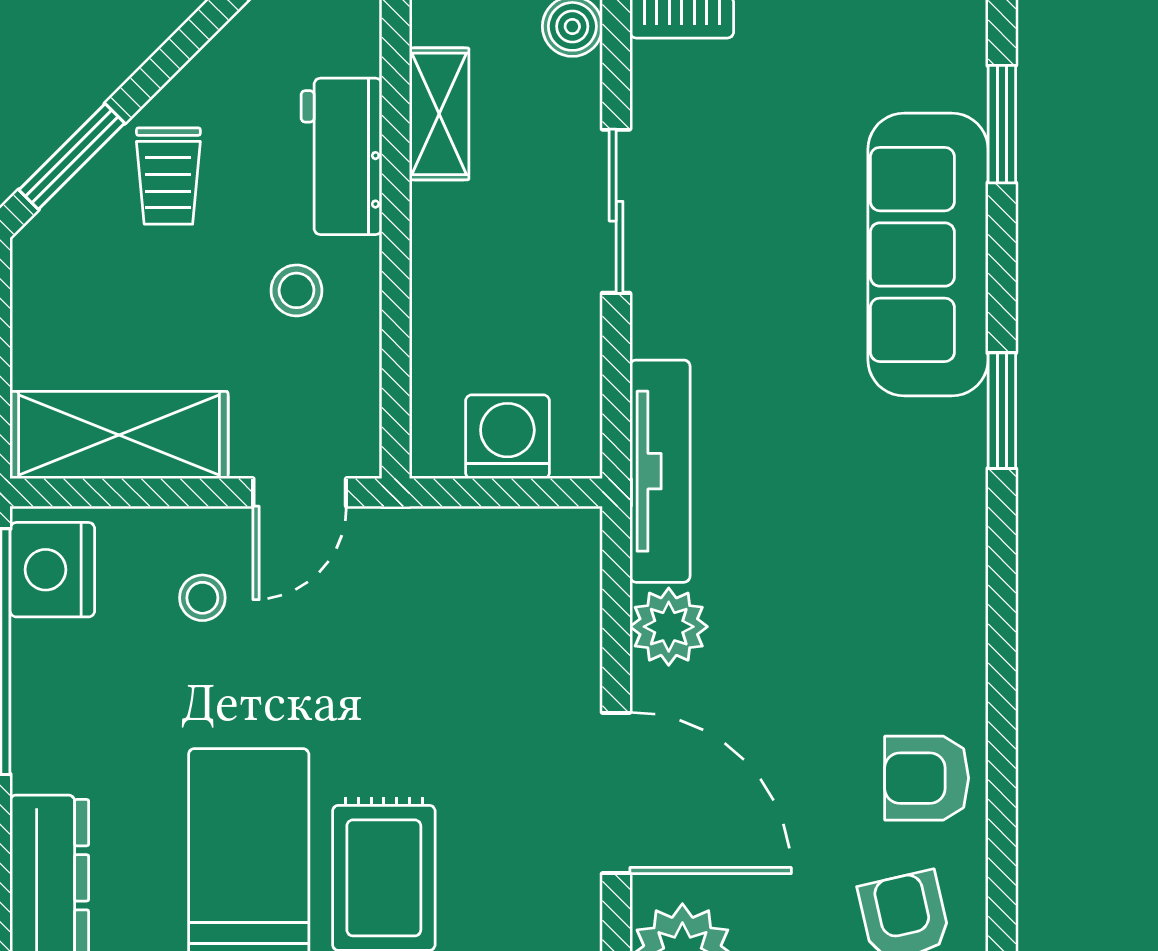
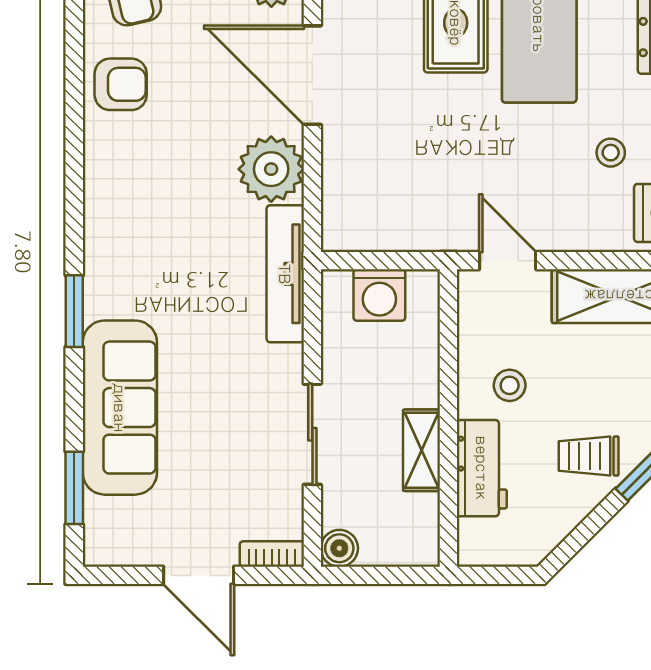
shelving: (439, 114) -> (422, 450), moved
trolley: (168, 176) -> (589, 456), turned -90
door: (300, 492) -> (508, 261), hinge flipped
stool: (202, 598) -> (611, 153), moved
plant: (669, 627) -> (271, 169), width x1.36, depth x1.36

